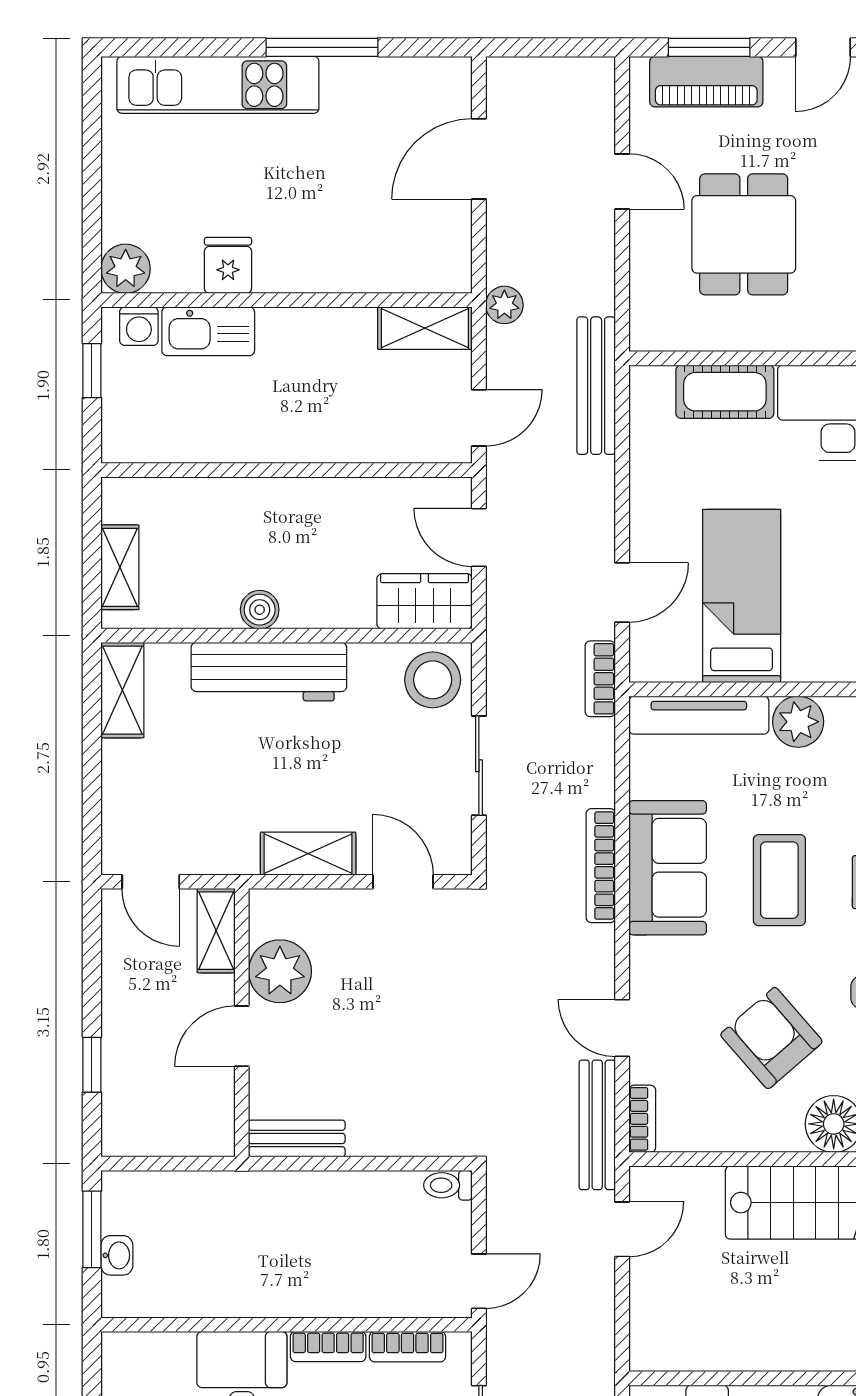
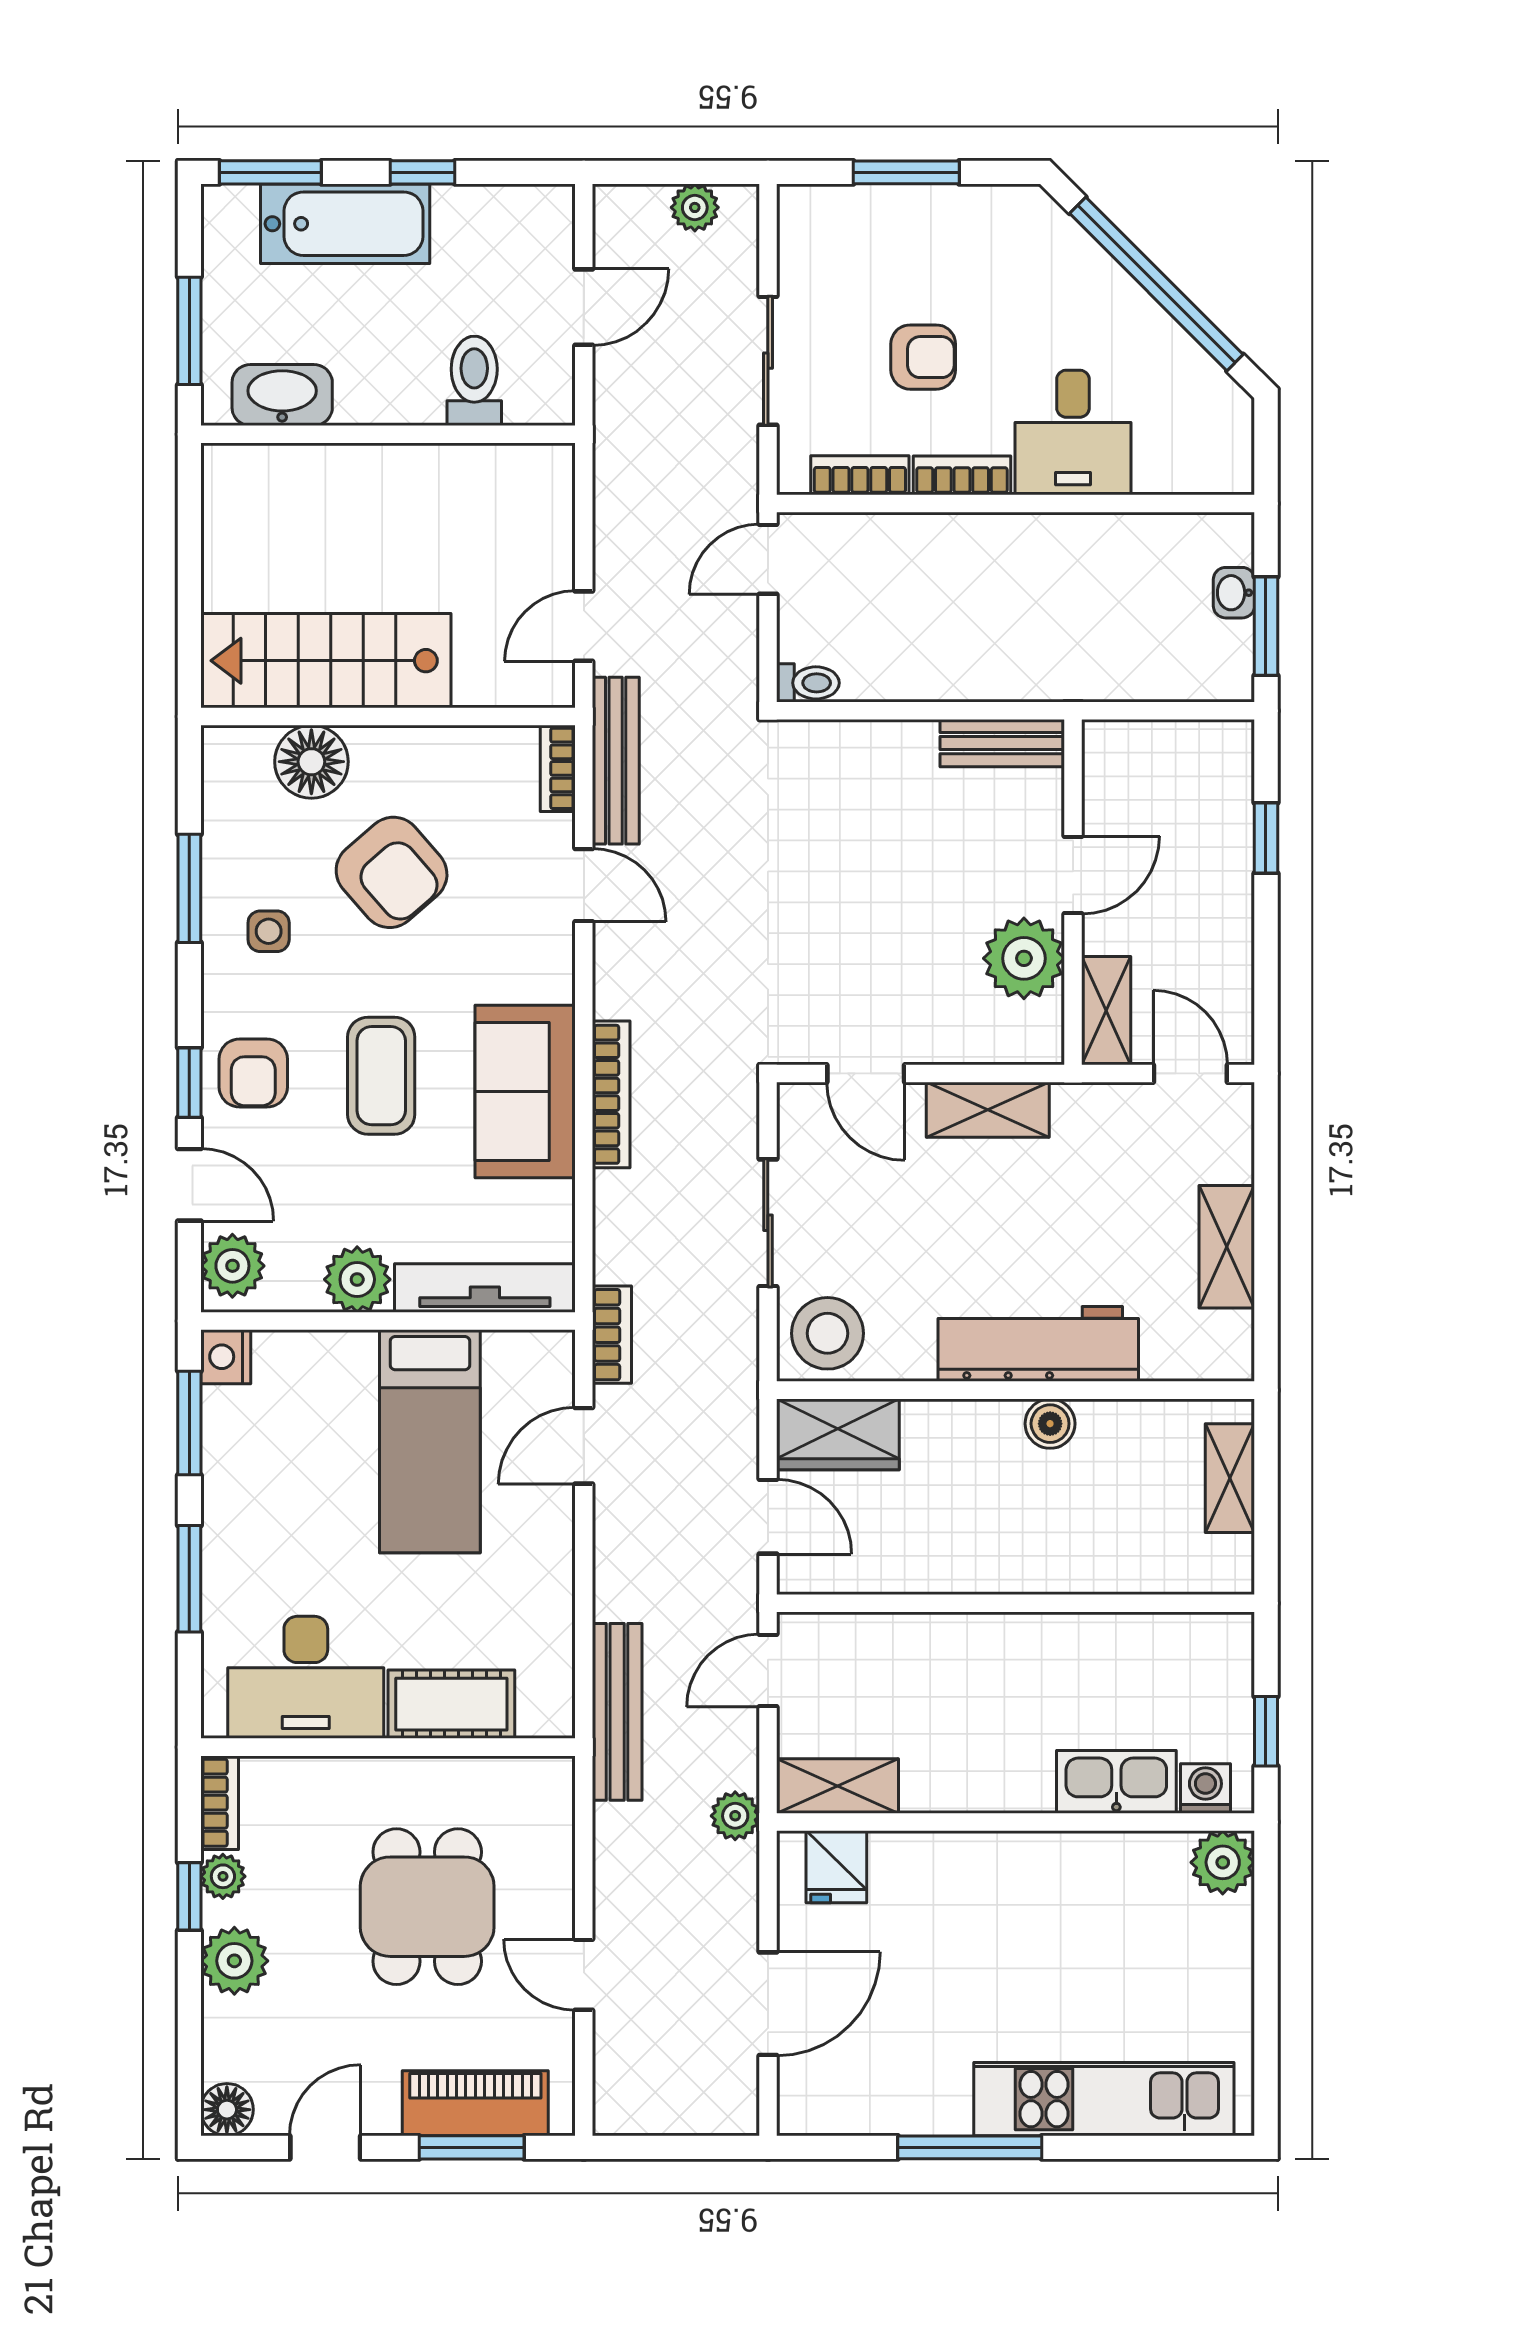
fridge: (228, 265) -> (836, 1867), moved
shelving: (122, 690) -> (1227, 1247), moved

